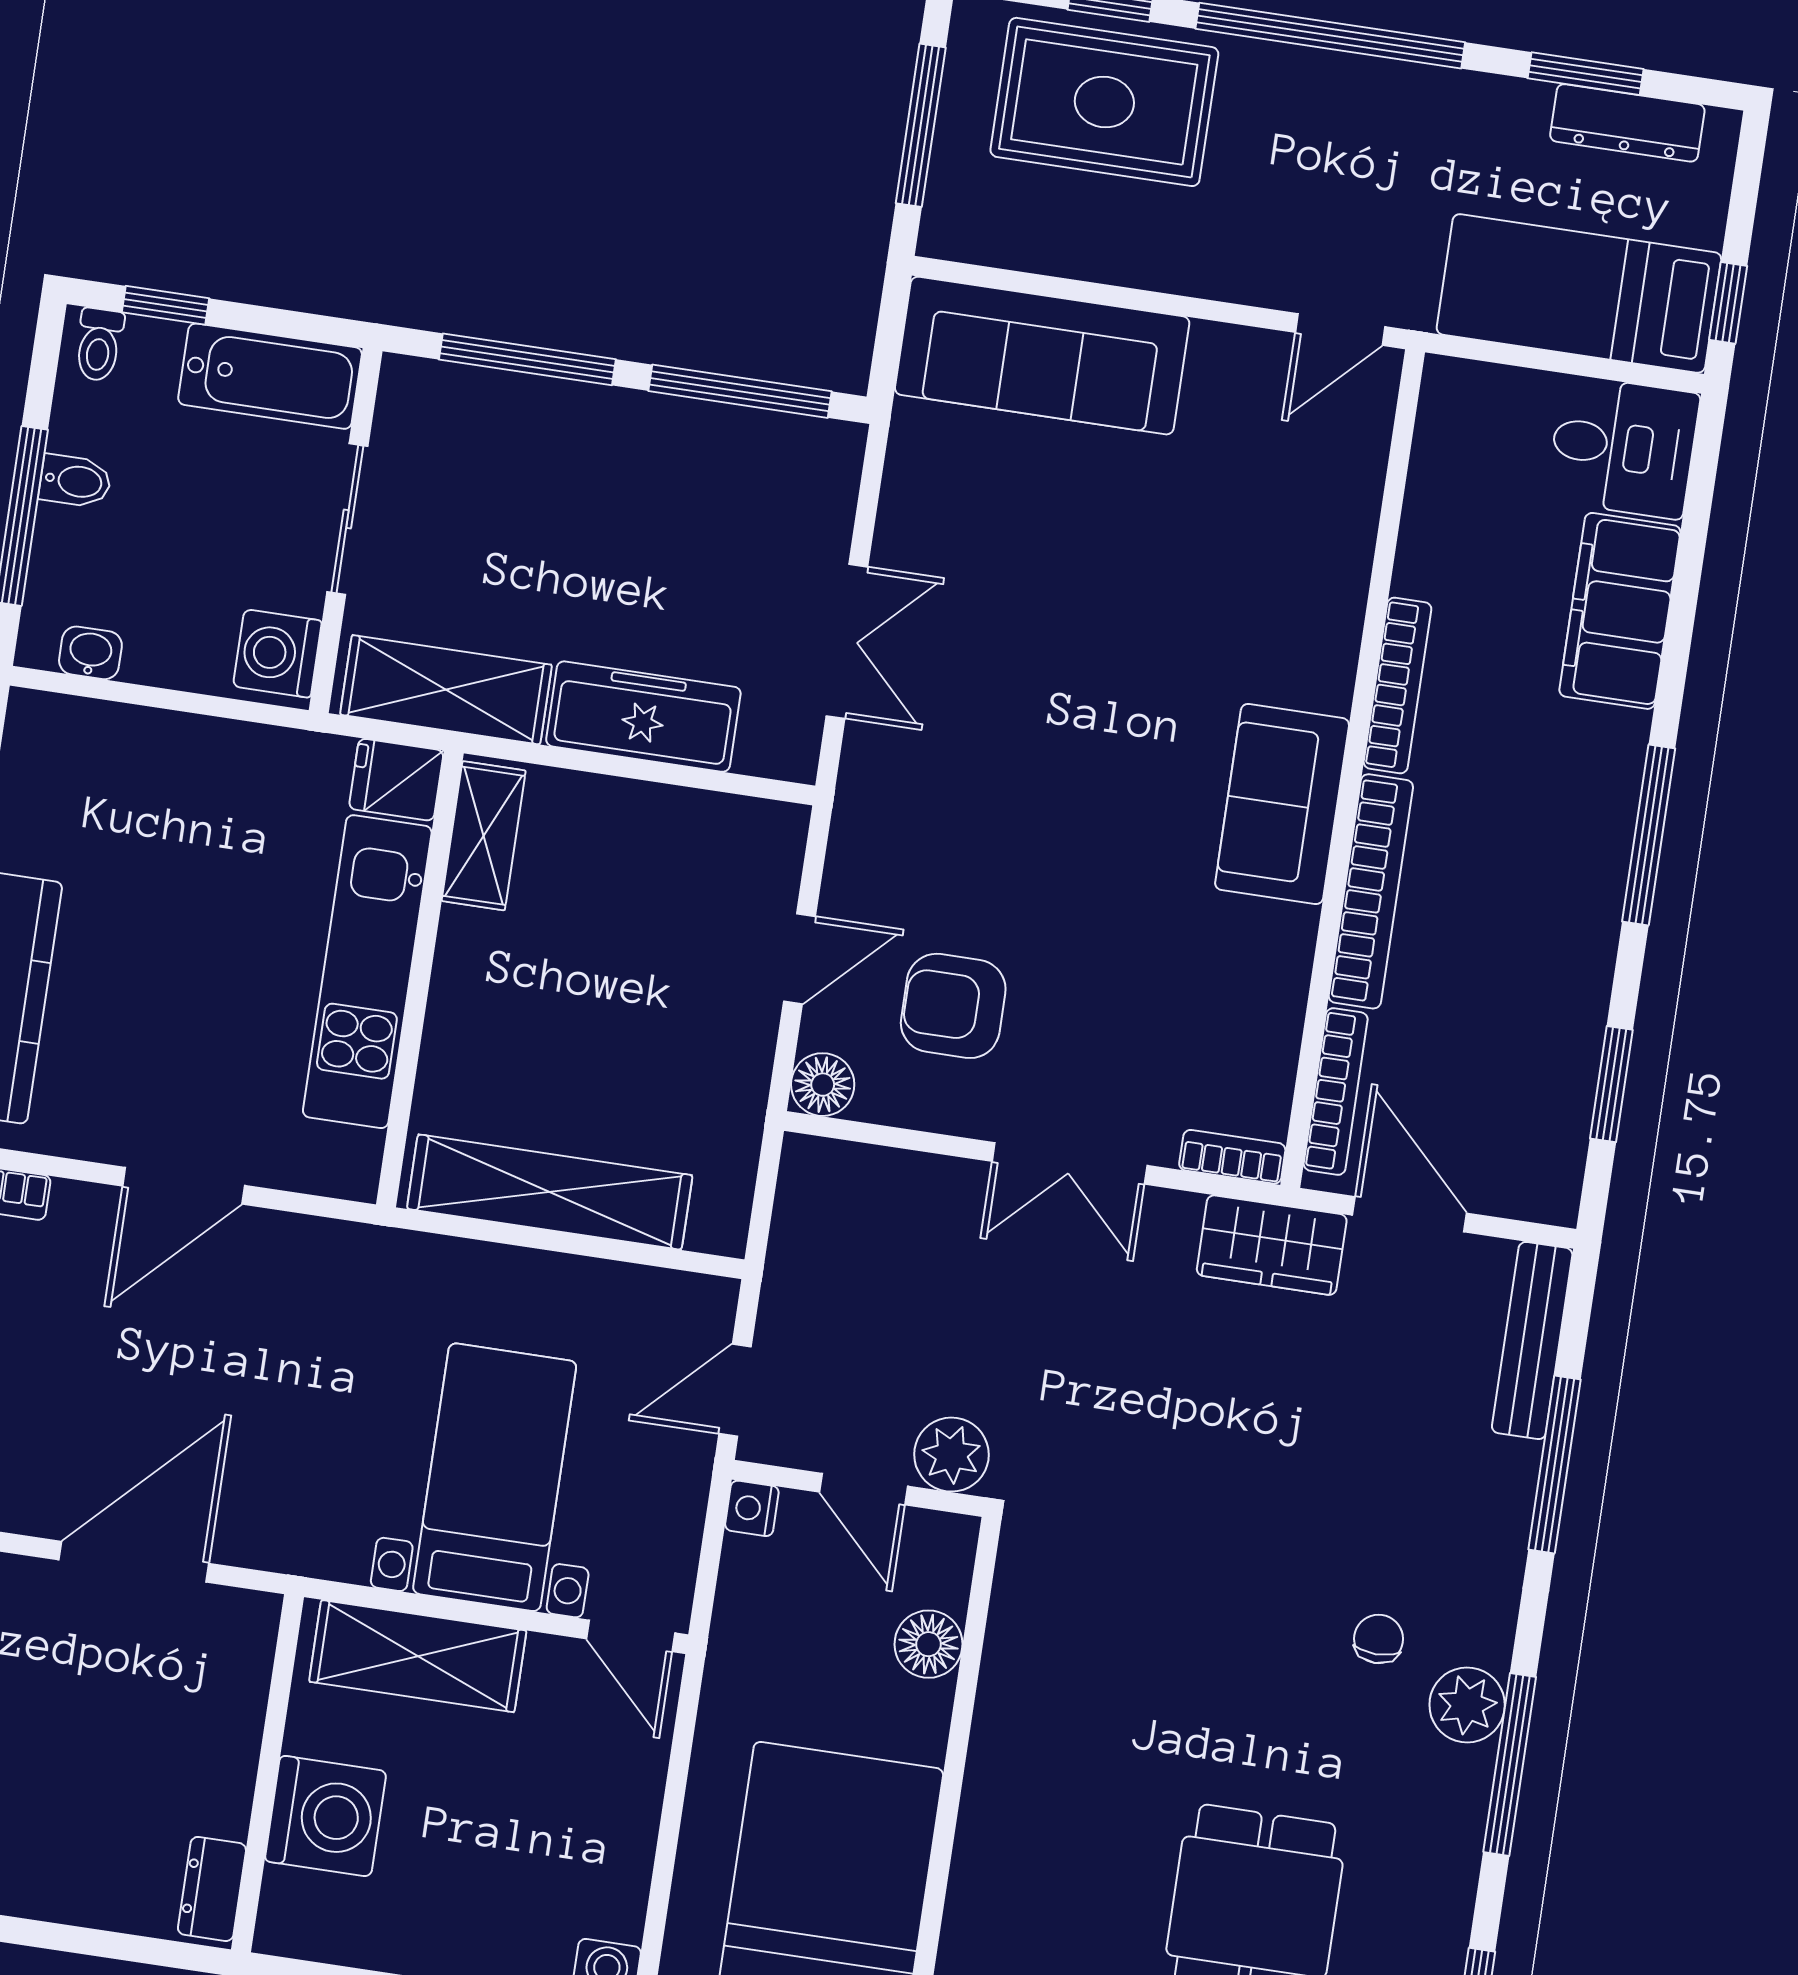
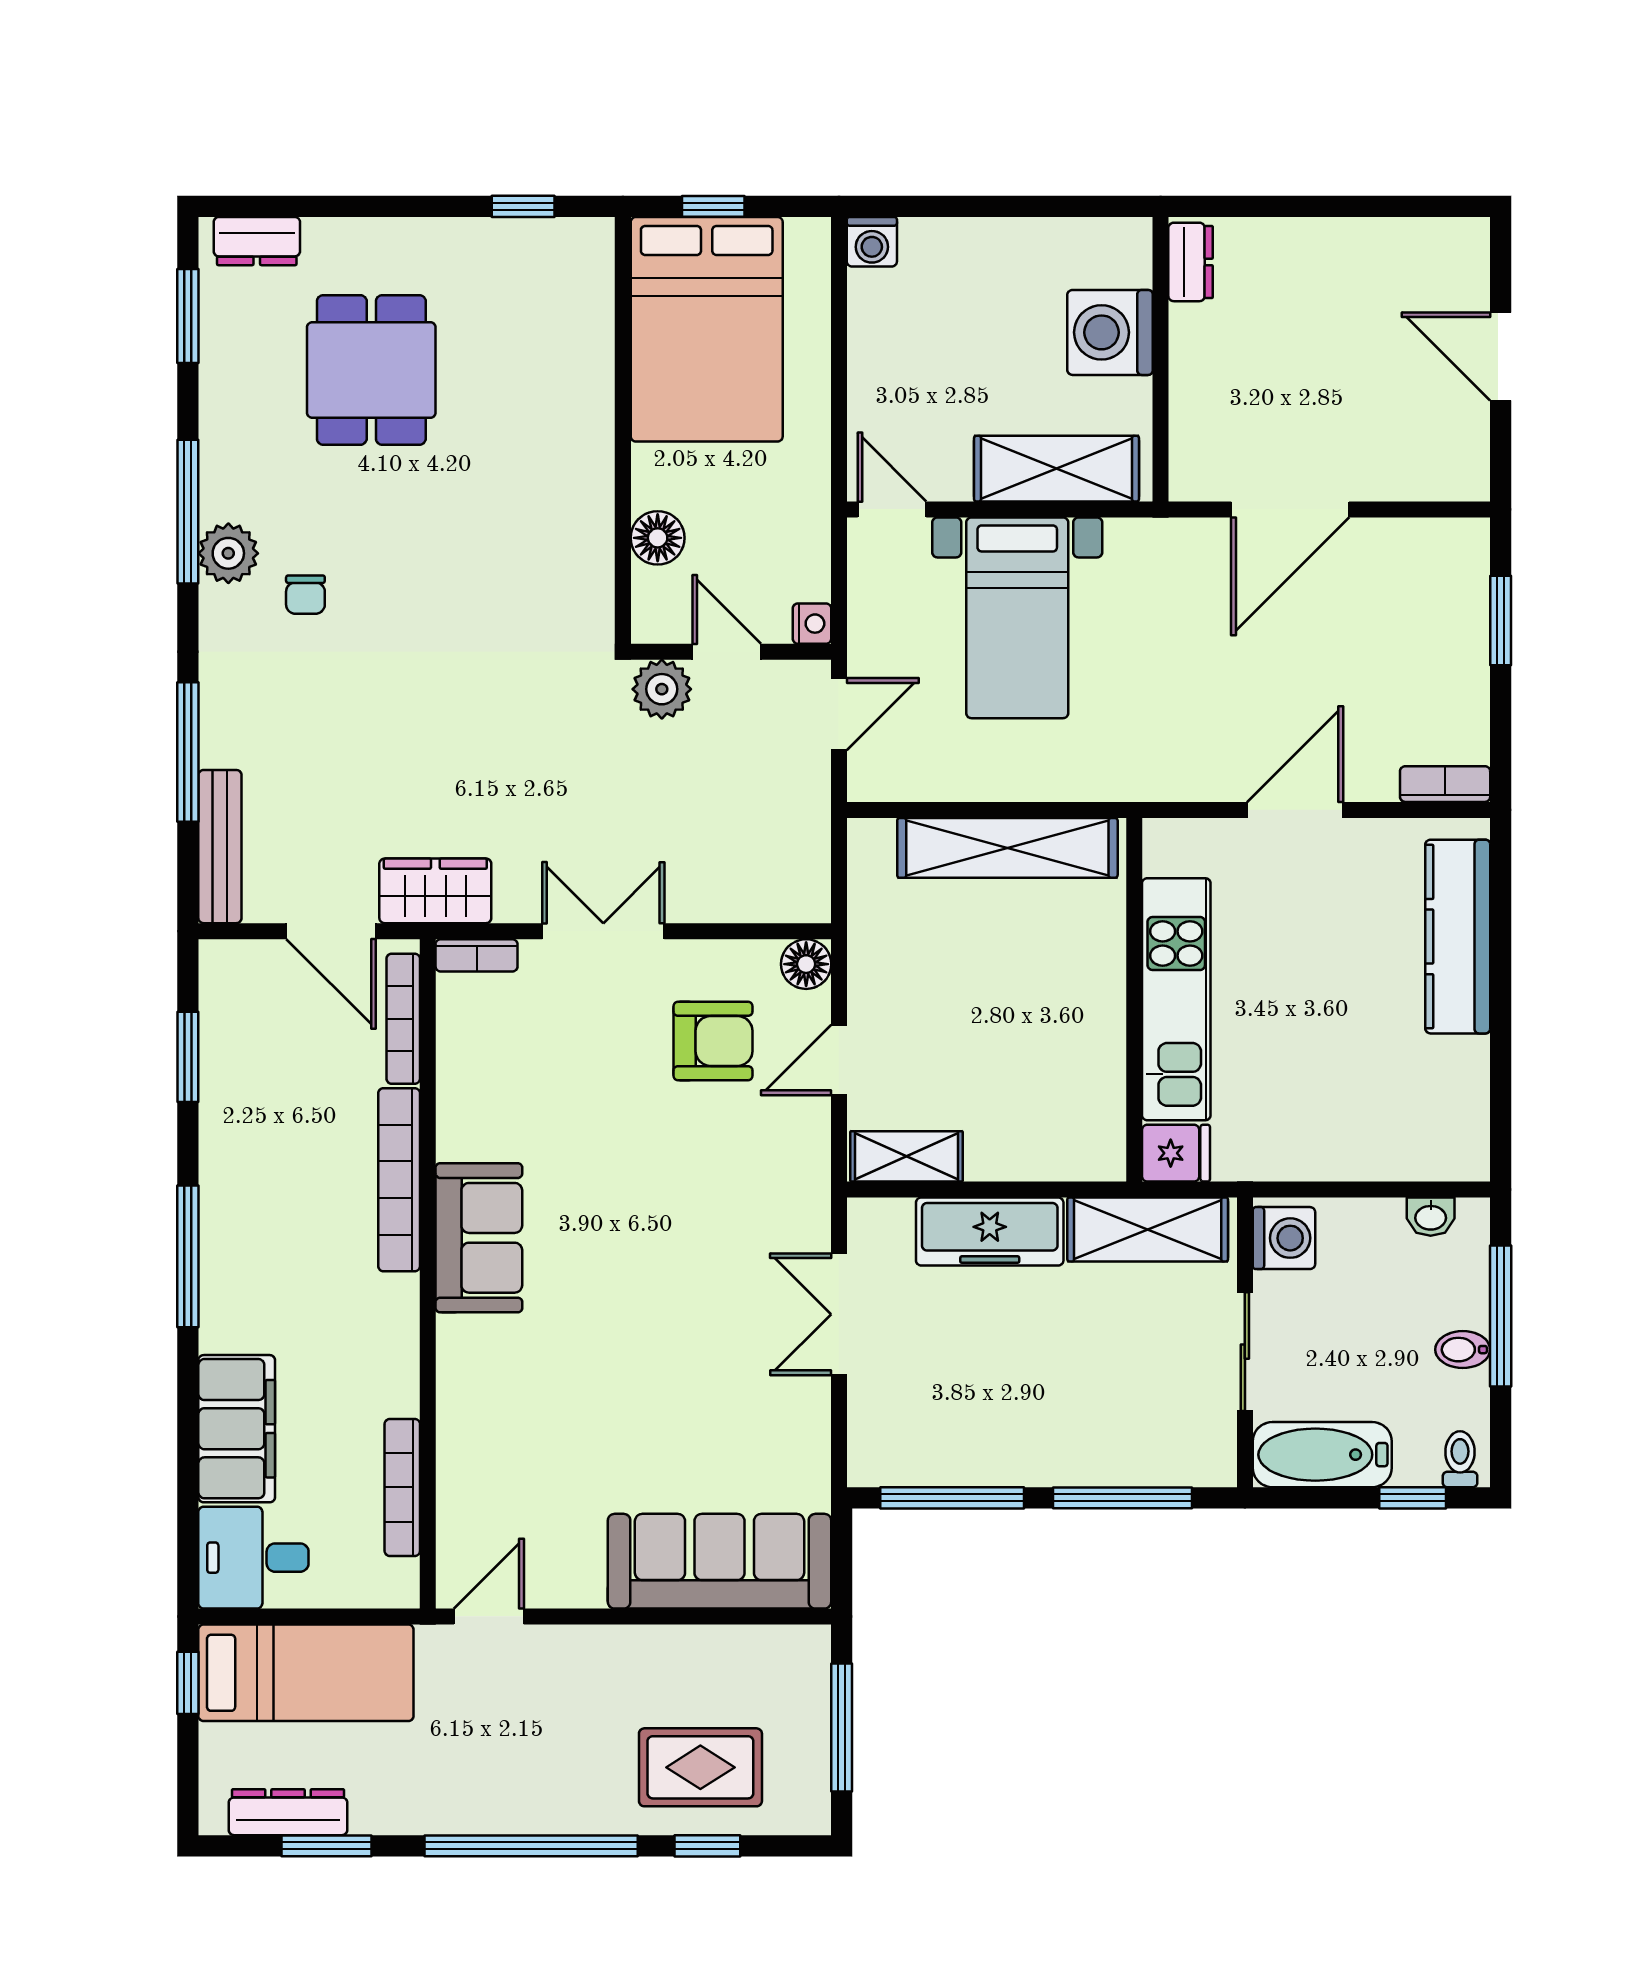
rug: (1104, 102) -> (700, 1767), width x0.73, depth x0.70
bookcase: (1397, 685) -> (402, 1487), moved
shelving: (484, 836) -> (906, 1156), moved, turned 90

